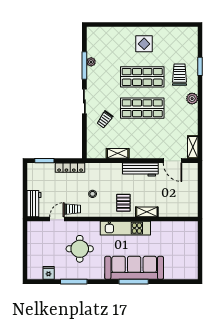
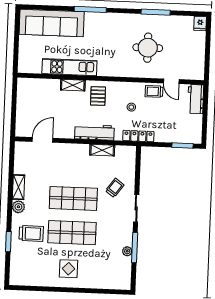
trolley: (179, 75) -> (31, 233), turned -90
shelving: (193, 147) -> (19, 187), moved
door: (173, 161) -> (42, 140), hinge flipped
locker: (70, 168) -> (138, 136), moved
workbench: (140, 169) -> (94, 132), moved
door: (57, 219) -> (171, 81), hinge flipped
kitchen unit: (125, 228) -> (69, 67), moved
sofa: (134, 268) -> (52, 23), moved
fridge: (49, 273) -> (200, 23), moved

